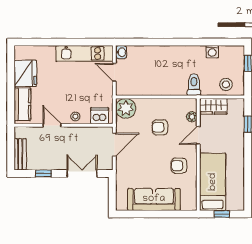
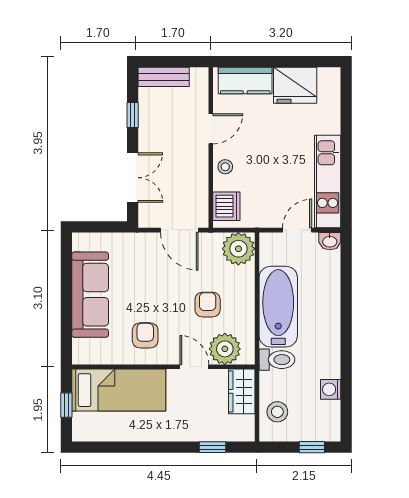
bathtub: (161, 84) -> (278, 307), added
plant: (192, 117) -> (225, 349), width x1.87, depth x1.87

